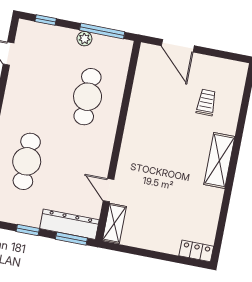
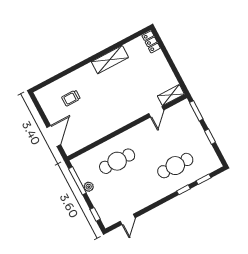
shelving: (219, 160) -> (110, 60), moved
dresser: (69, 224) -> (190, 118), removed

